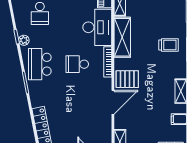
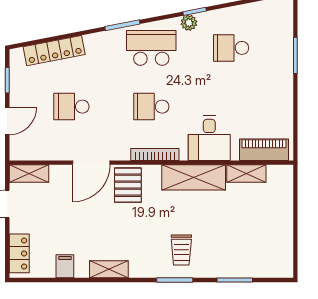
desk: (97, 27) -> (209, 138), width x0.73
school desk: (77, 64) -> (151, 107), turned -90
door: (113, 102) -> (91, 163), hinge flipped
school desk: (77, 115) -> (71, 107), added

